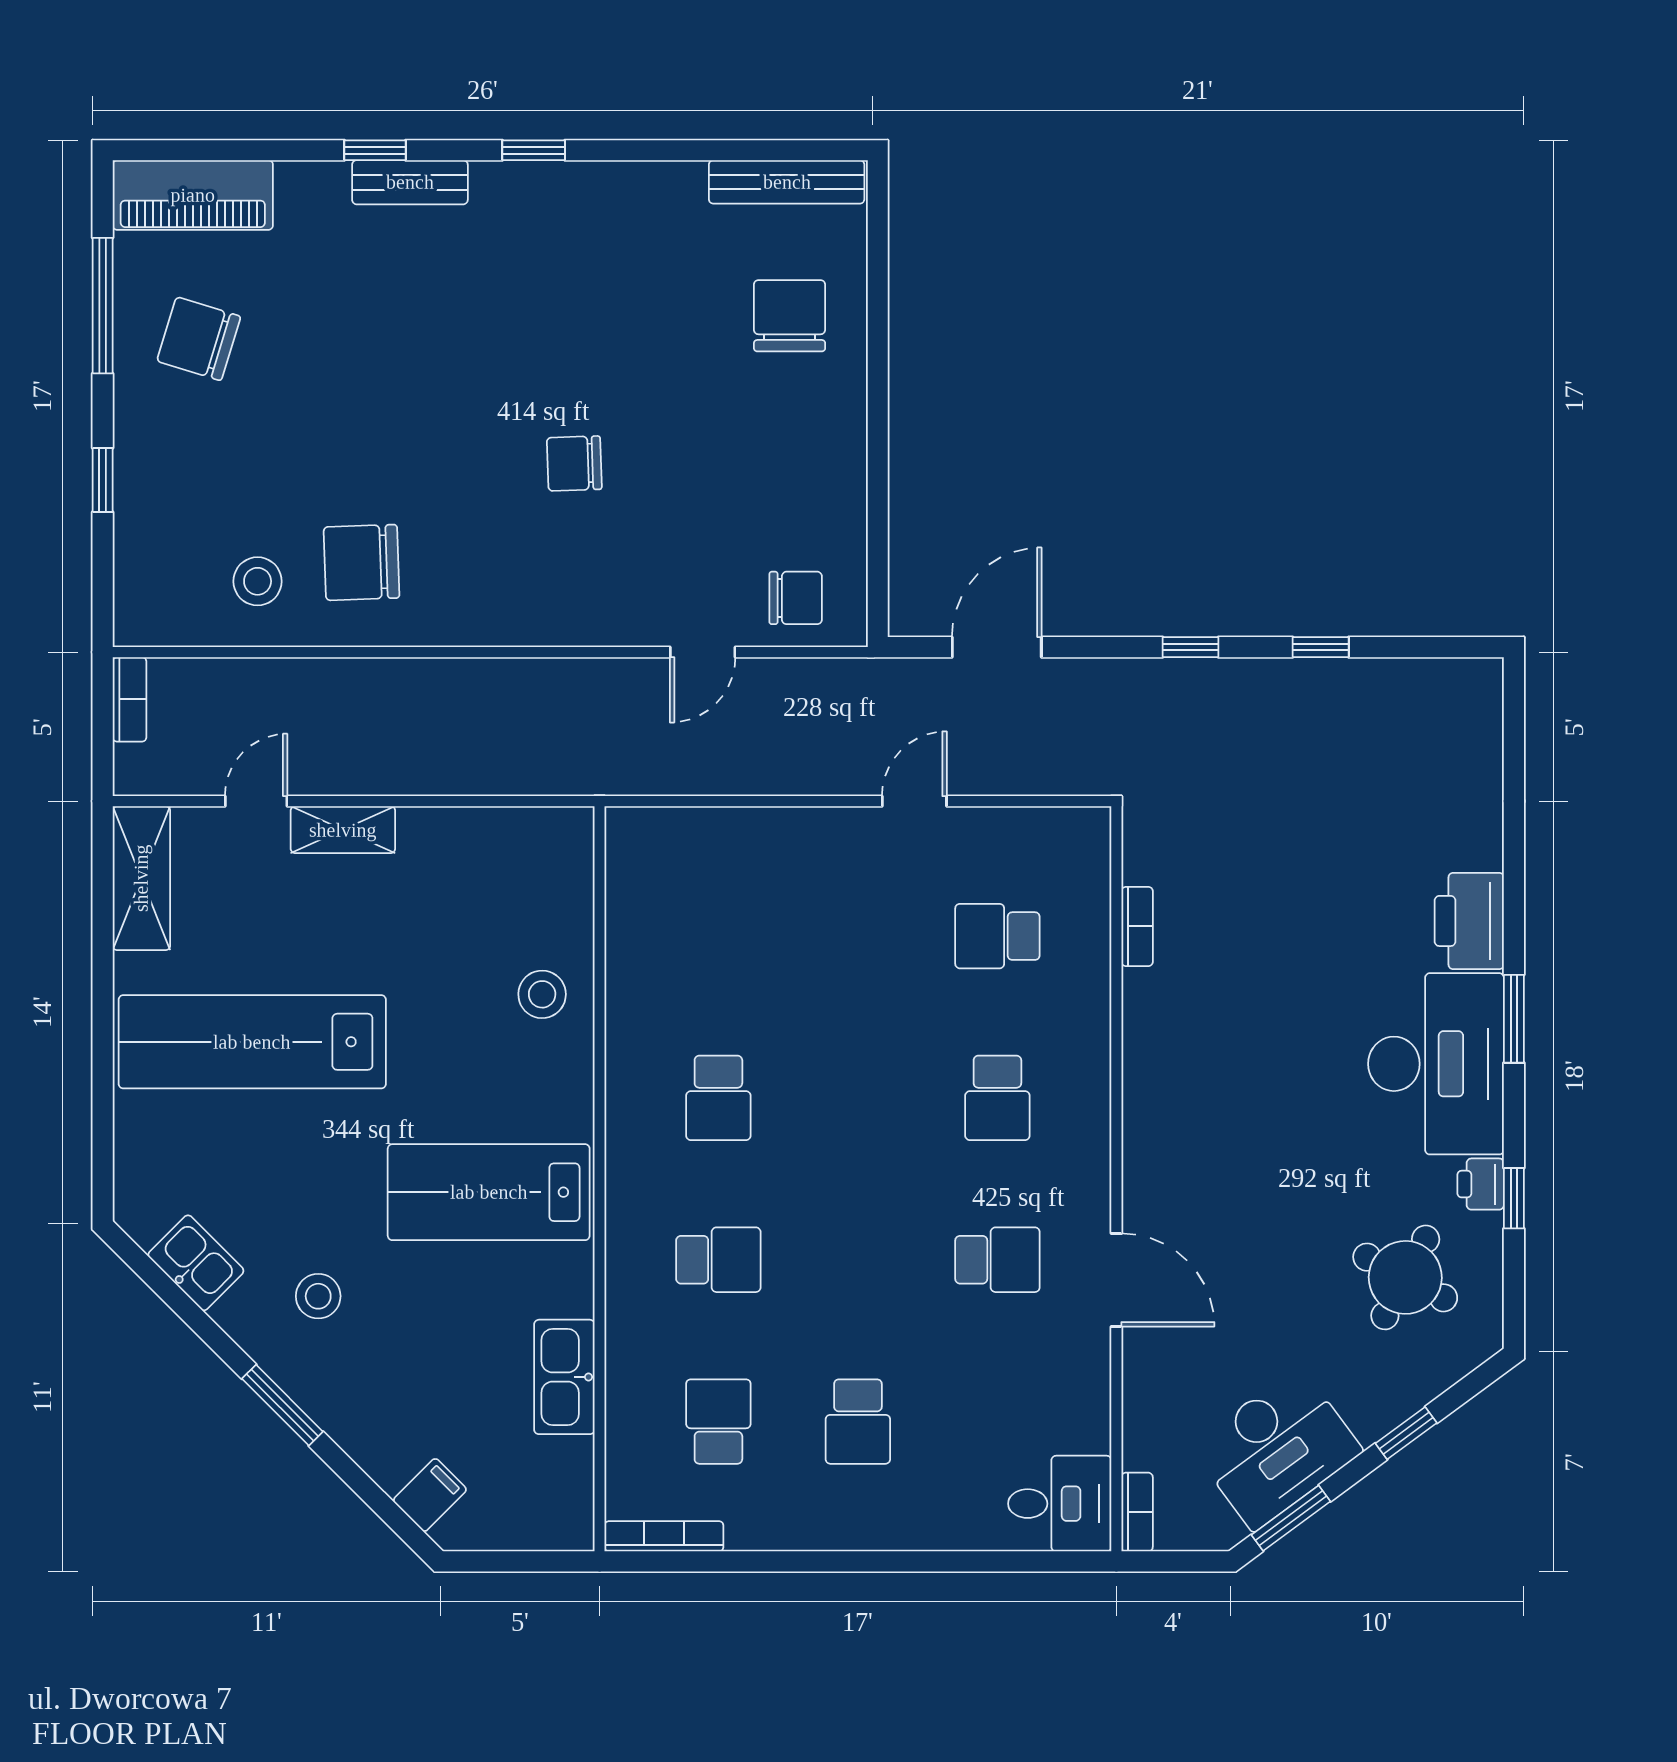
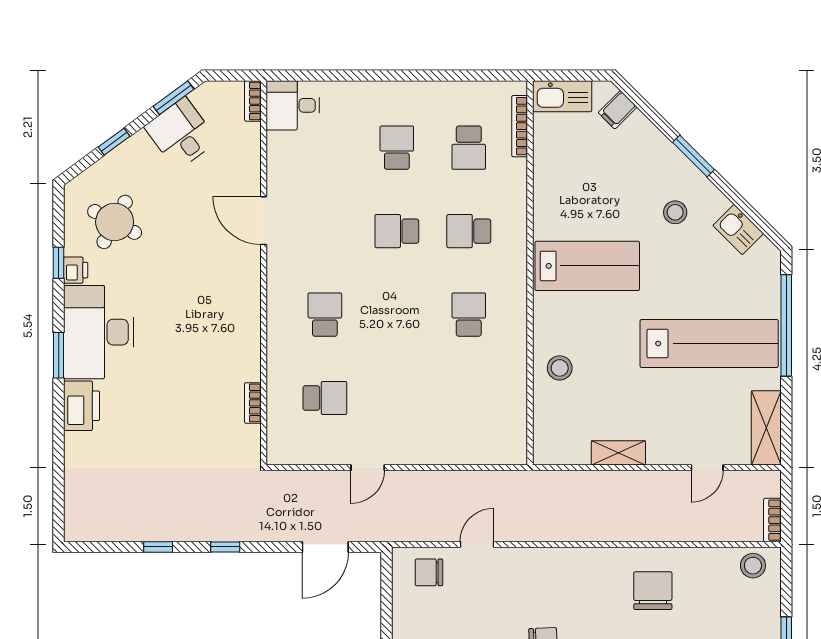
chair: (361, 562) -> (653, 591), turned -88
stool: (258, 581) -> (753, 566), moved
shelving: (343, 830) -> (618, 453), moved
window: (103, 1077) -> (786, 325), added
school desk: (997, 1260) -> (397, 231), moved
kitchen sink: (564, 1377) -> (562, 96), moved, turned 90
desk: (1277, 1449) -> (181, 134), width x0.73
bookcase: (664, 1536) -> (520, 126), moved, turned 90

